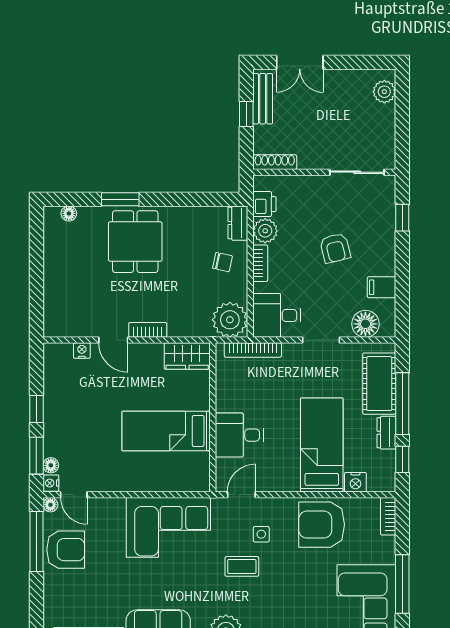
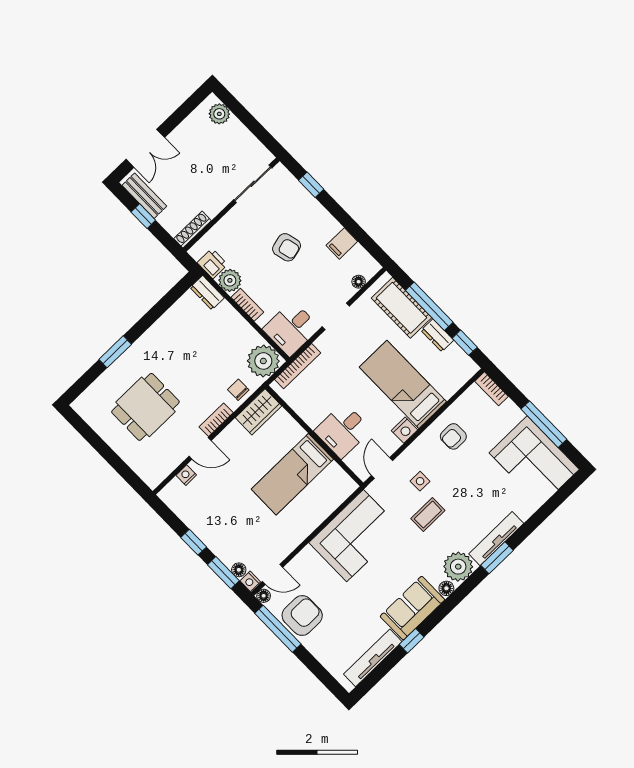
floor lamp: (69, 213) -> (91, 394), removed
dining table: (135, 242) -> (145, 407), moved, turned 90
chair: (223, 262) -> (238, 390), moved, turned -102
floor lamp: (365, 324) -> (359, 282), width x0.53, depth x0.53
nightstand: (355, 482) -> (404, 430), moved
armchair: (322, 525) -> (453, 436), width x0.53, depth x0.53

